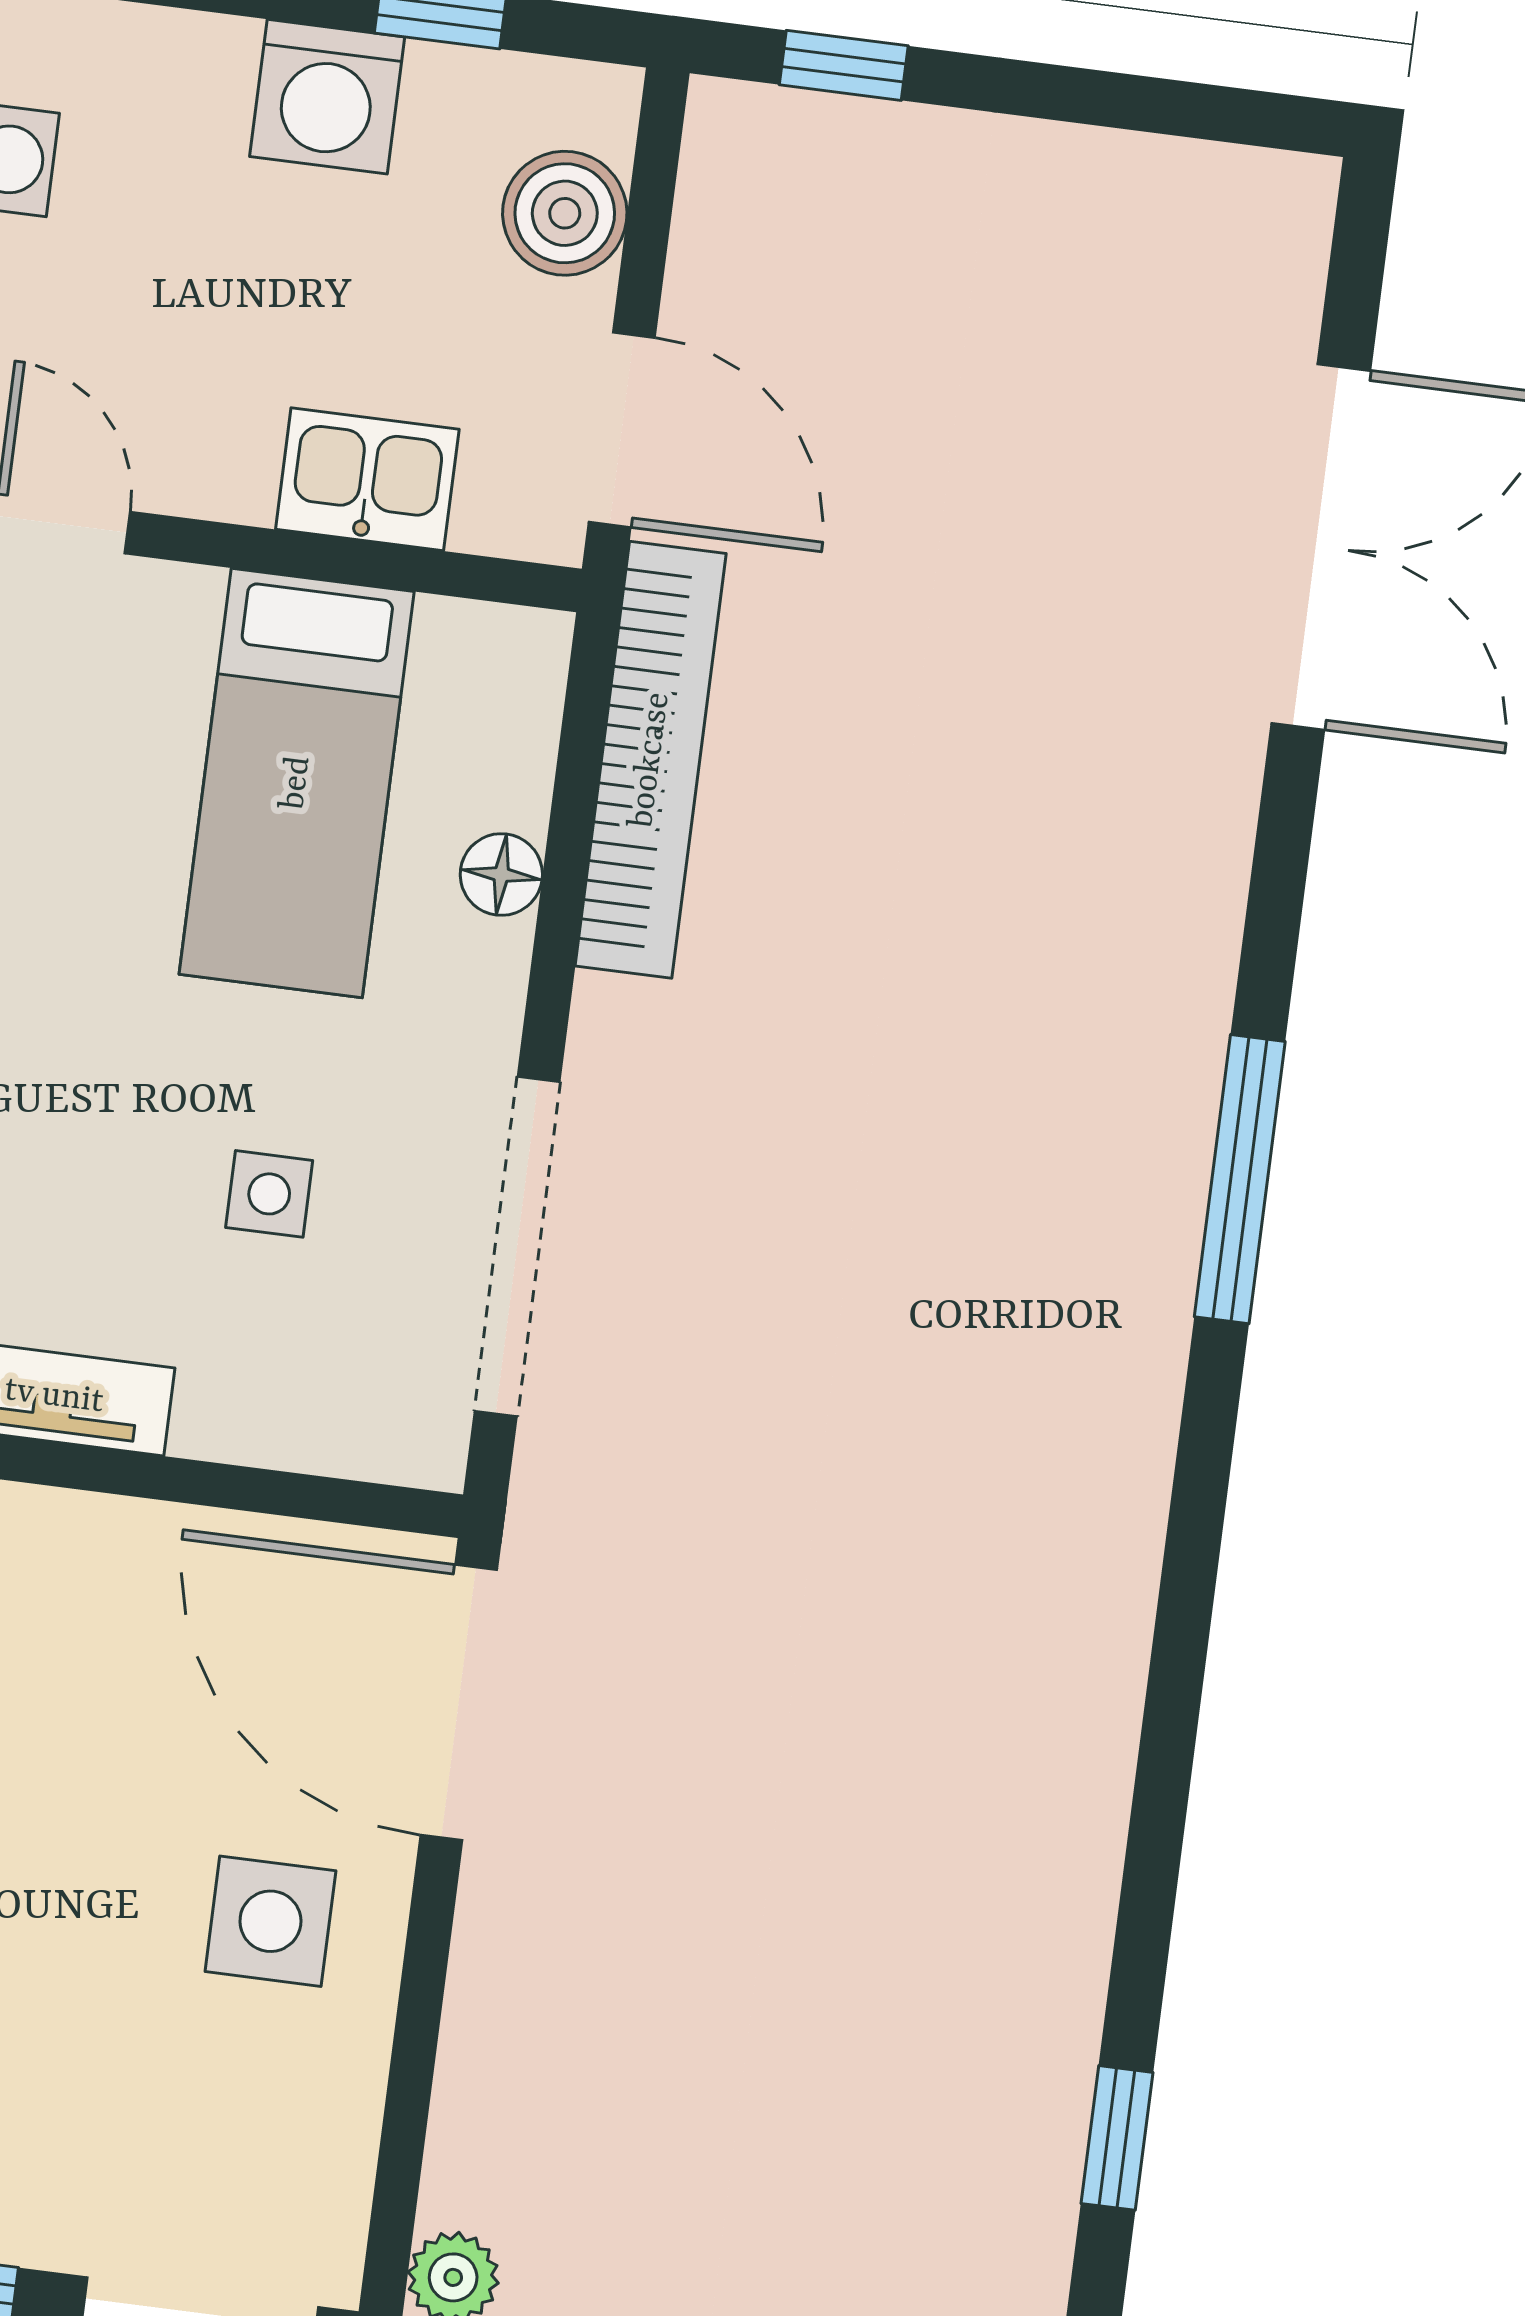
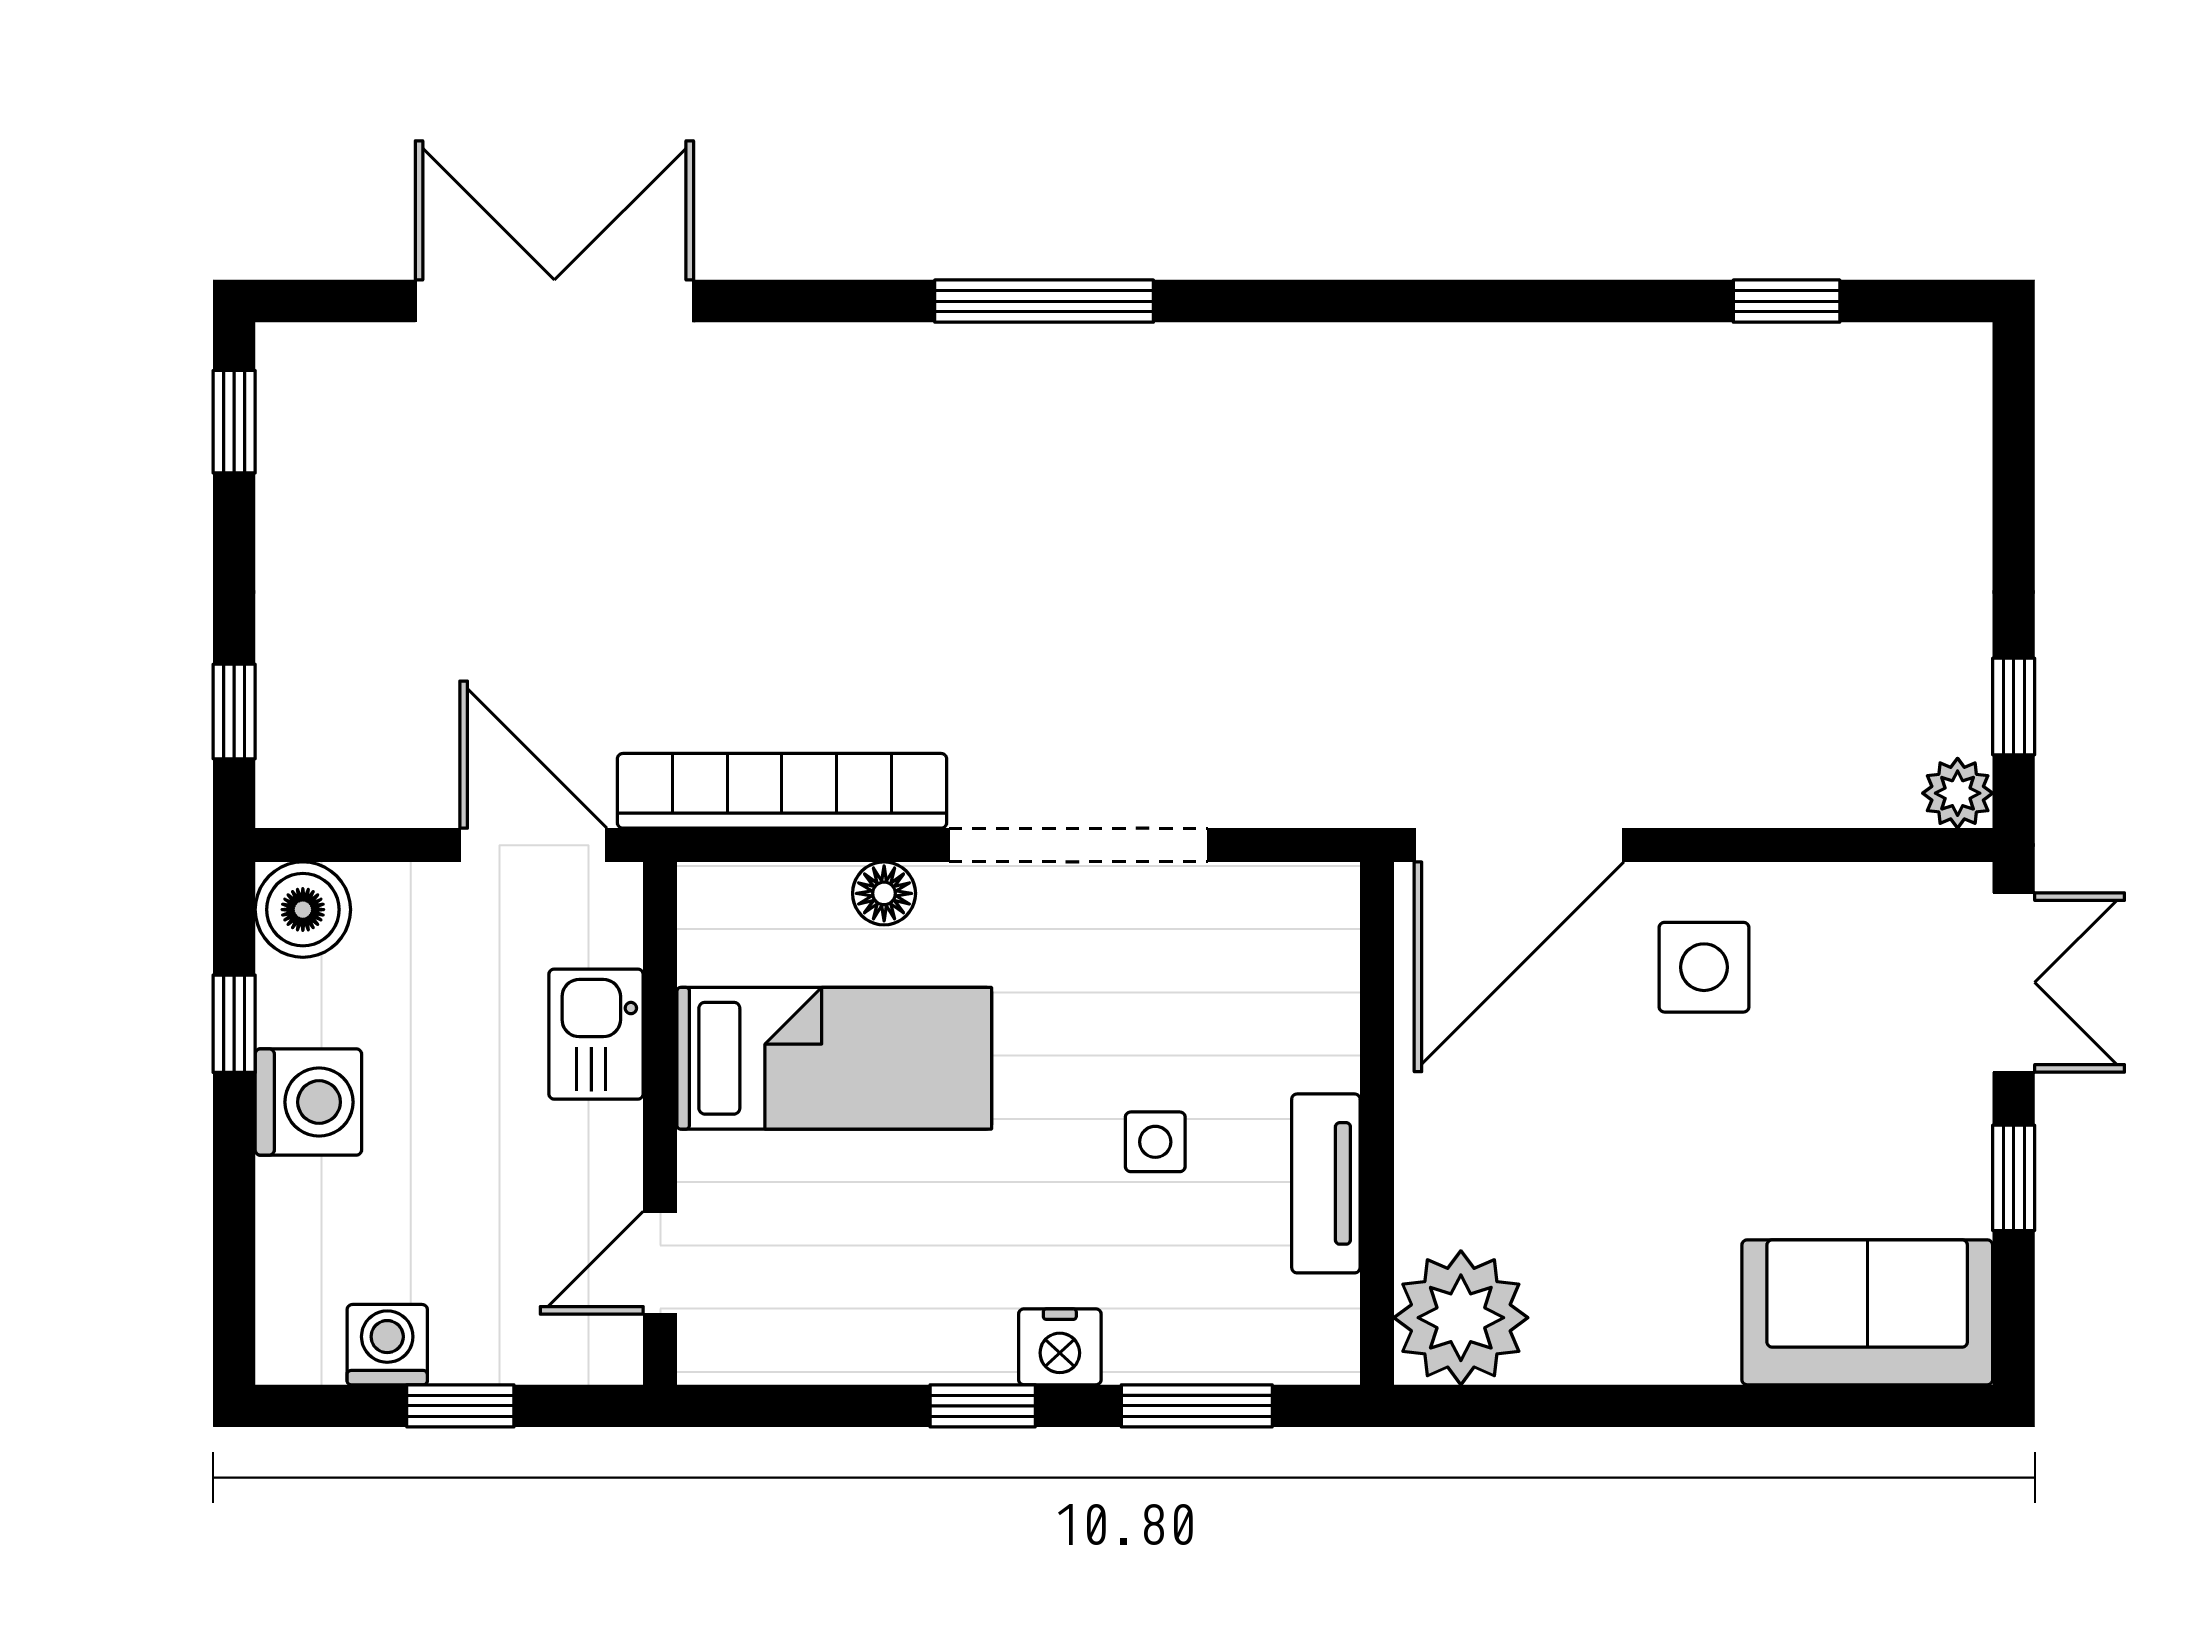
window: (1218, 113) -> (234, 422), added
boiler: (565, 213) -> (303, 910), moved
door: (622, 430) -> (533, 845), hinge flipped
side table: (269, 1194) -> (1155, 1142), moved
doorway: (517, 1246) -> (1078, 845), moved

